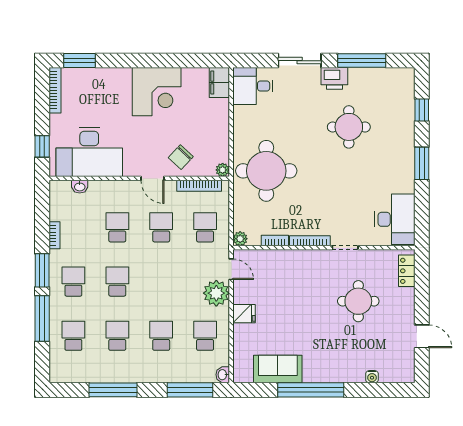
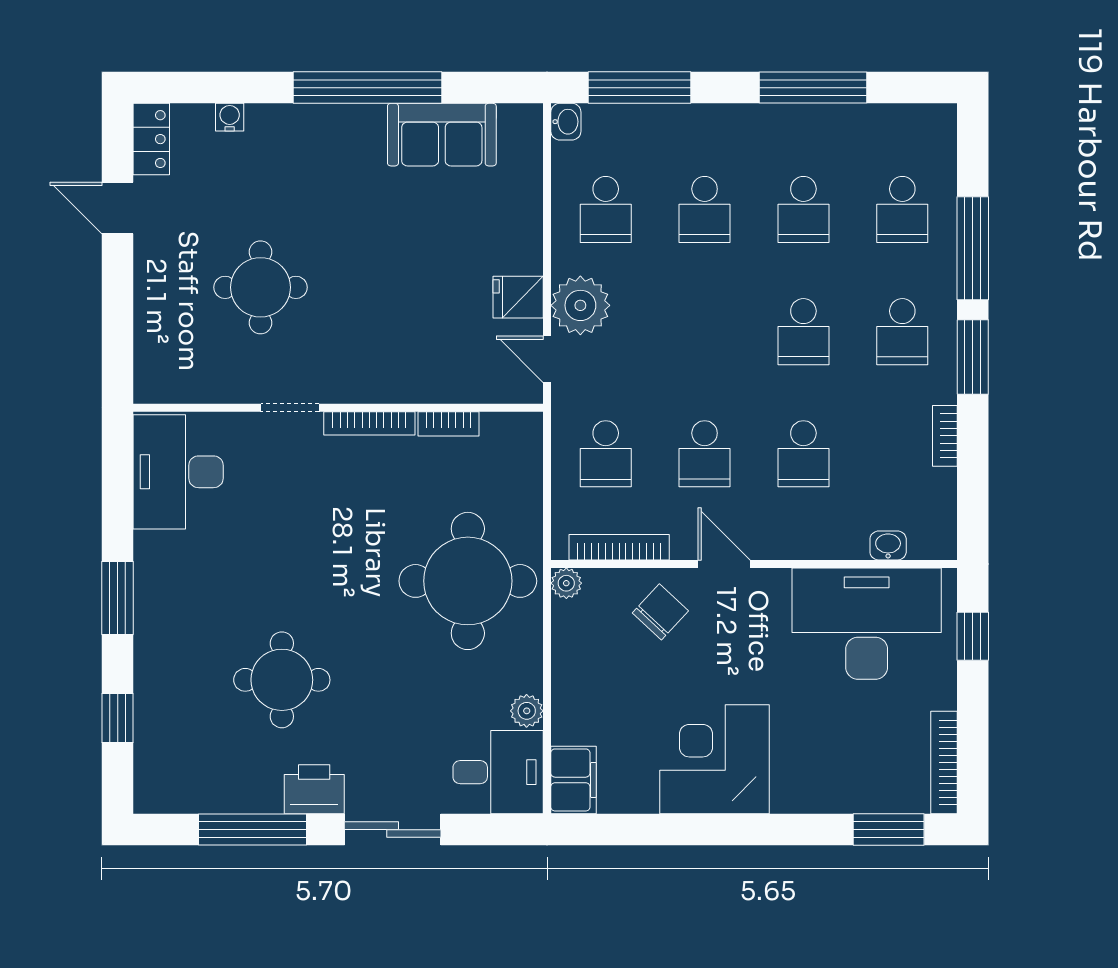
plant: (240, 239) -> (527, 711), moved
locker: (407, 271) -> (151, 139), moved
fridge: (244, 314) -> (518, 297), moved

